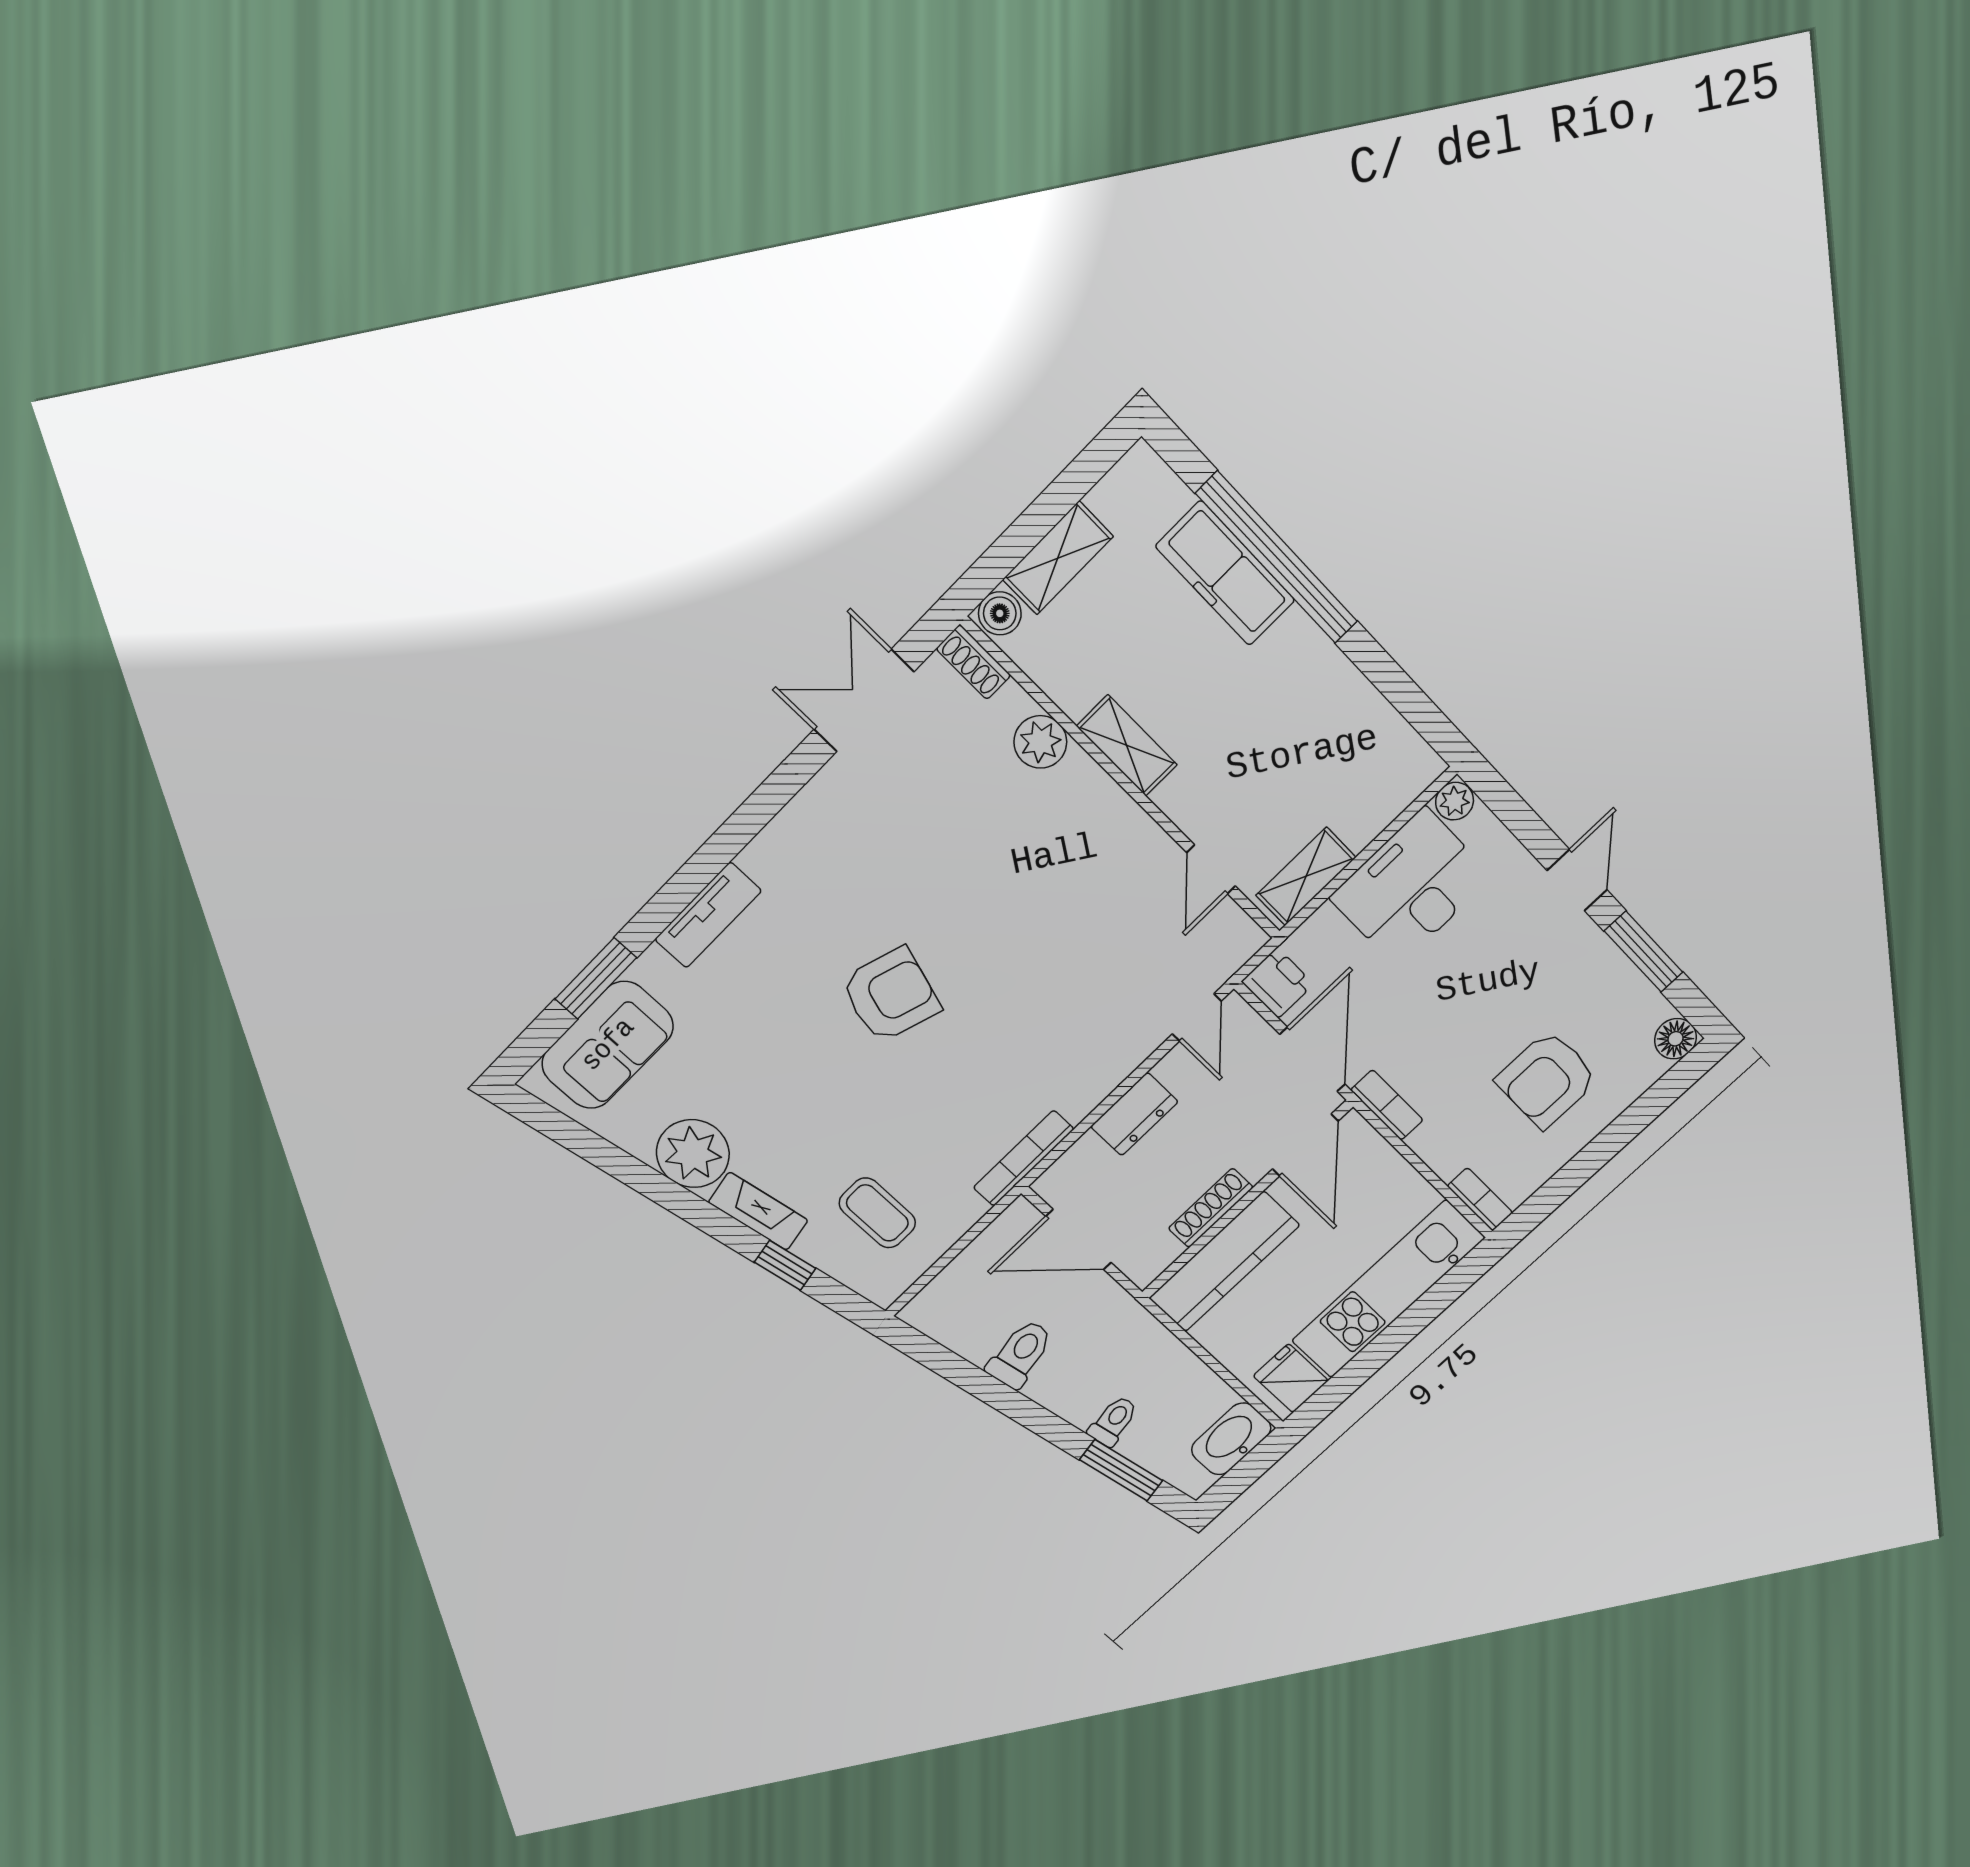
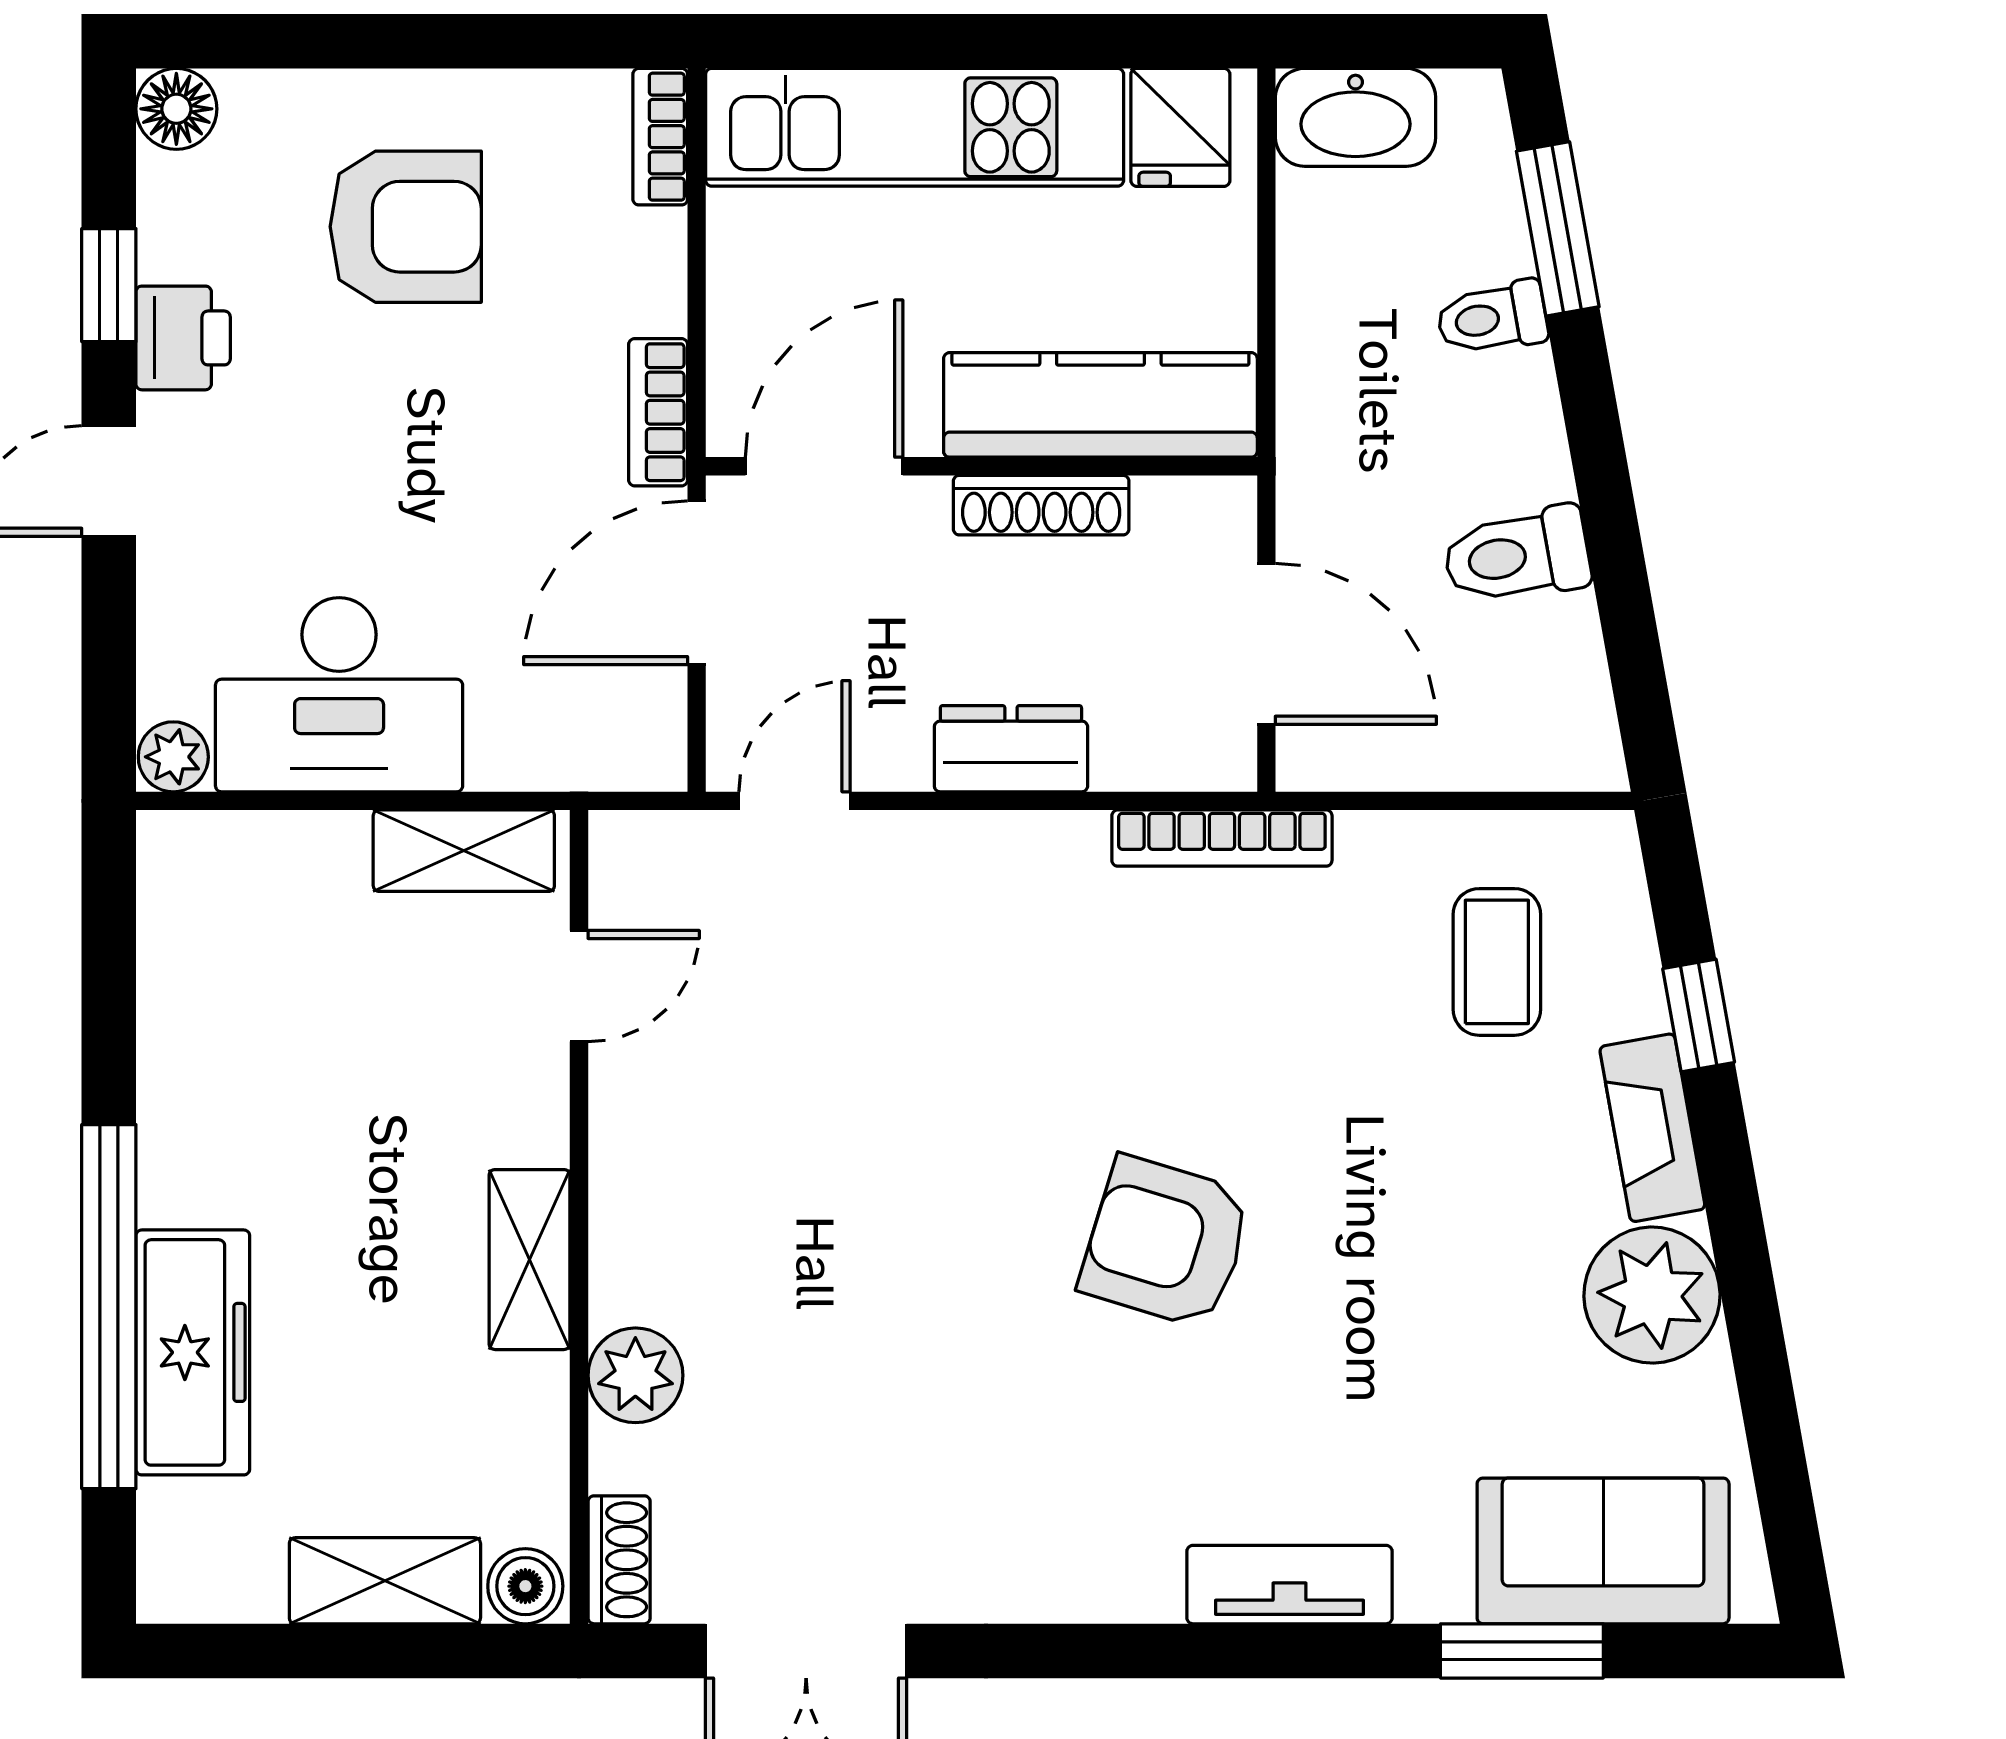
window: (1644, 952) -> (109, 285), width x0.67
printer: (1278, 983) -> (183, 338), moved, turned 180

